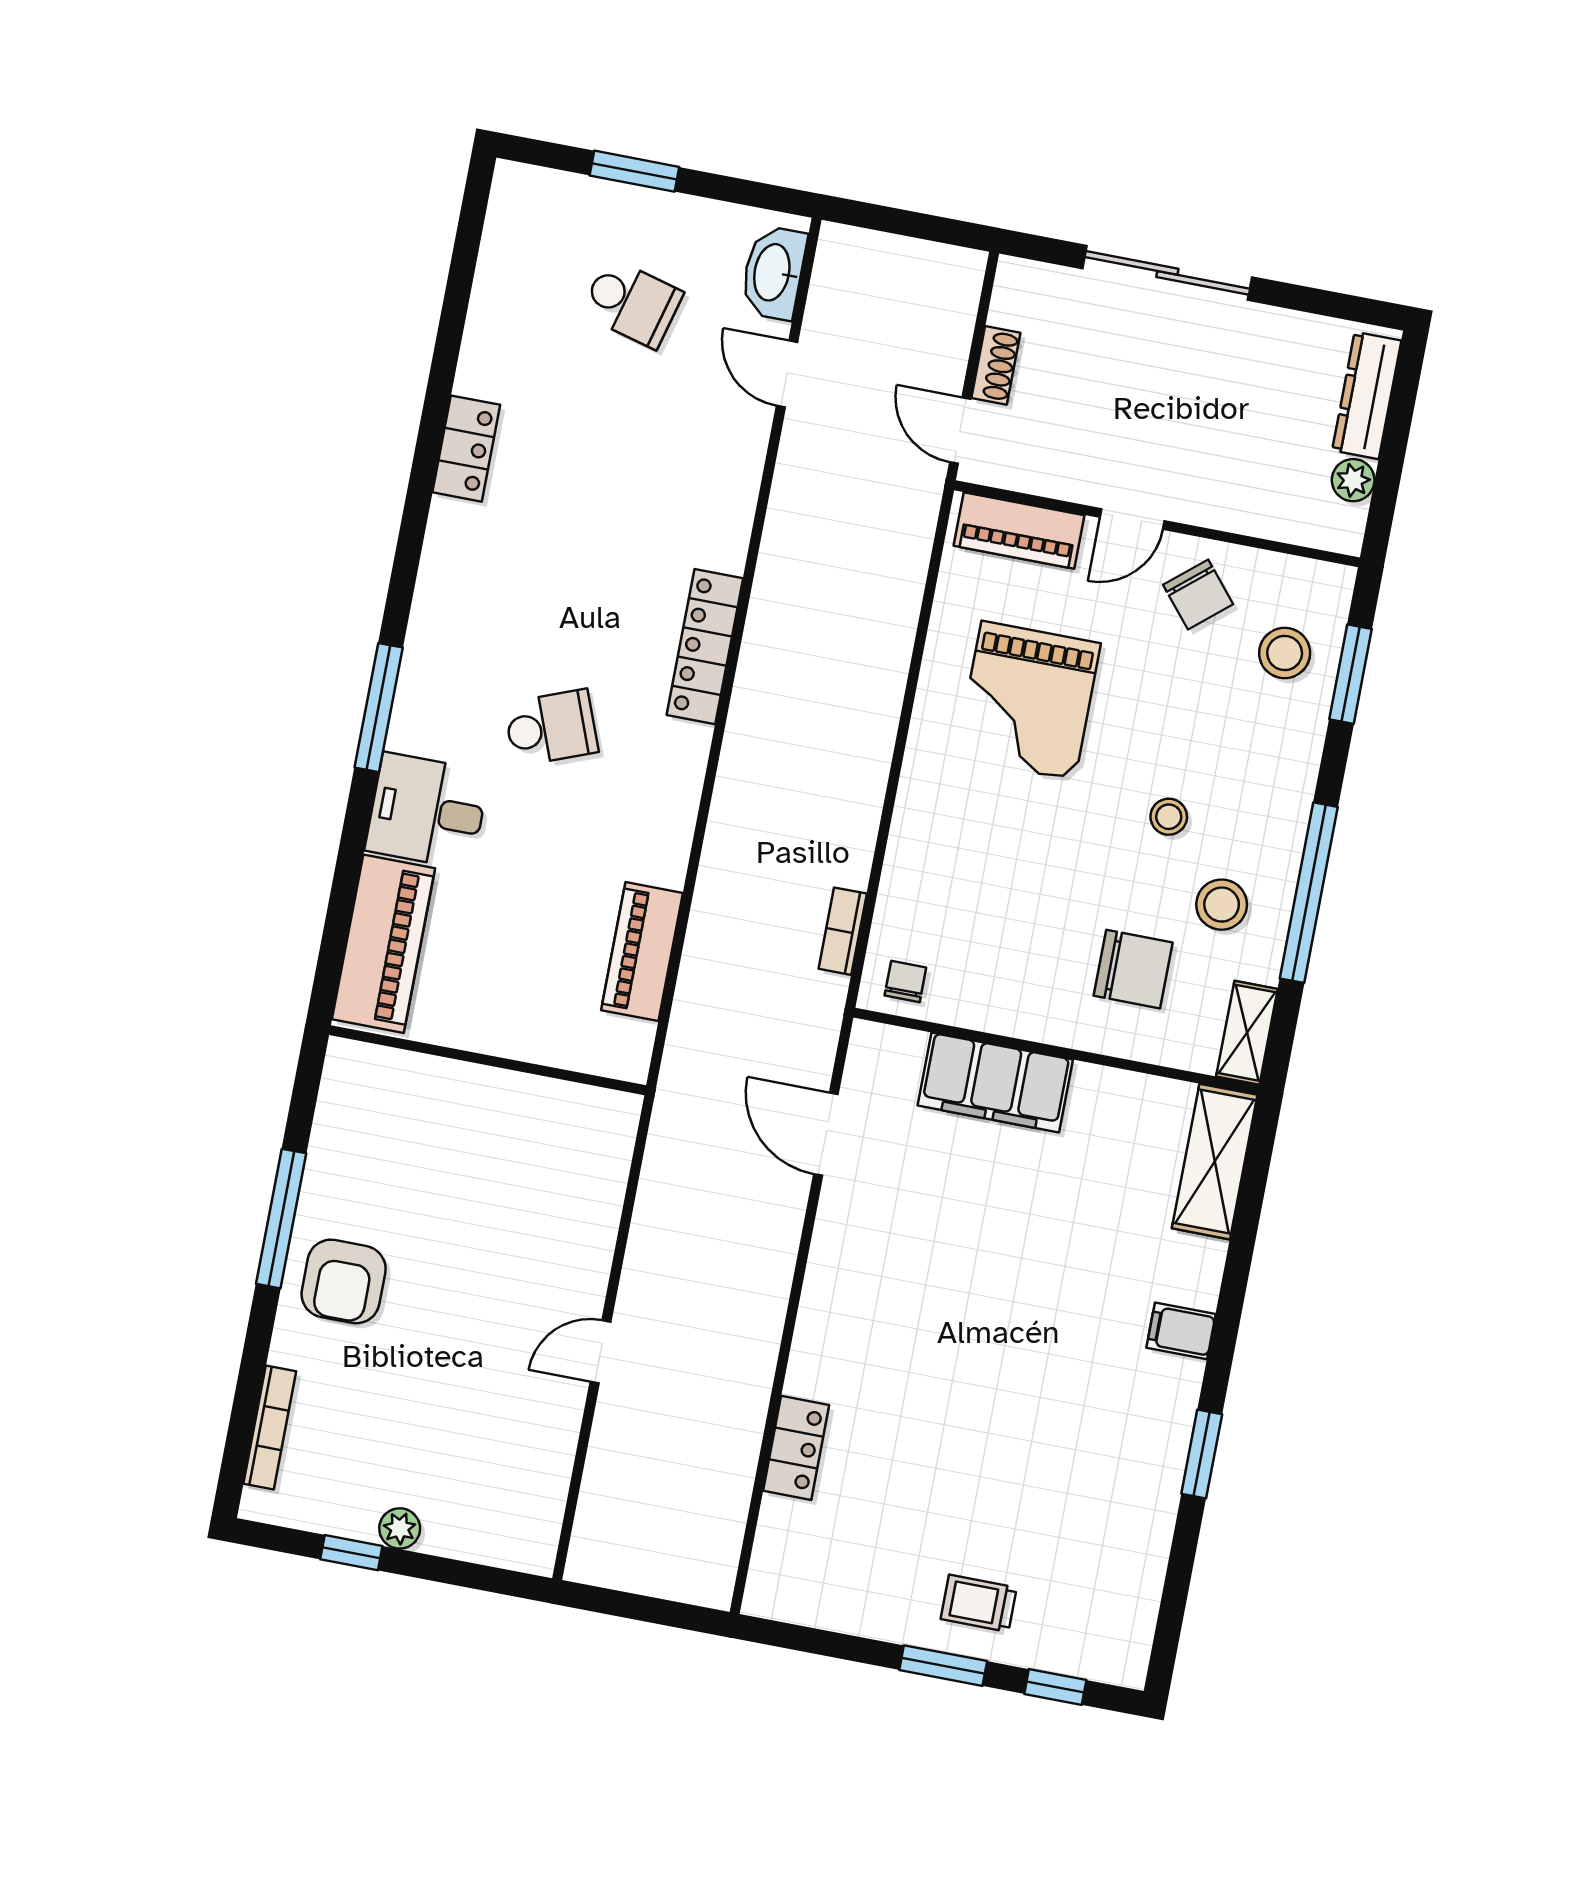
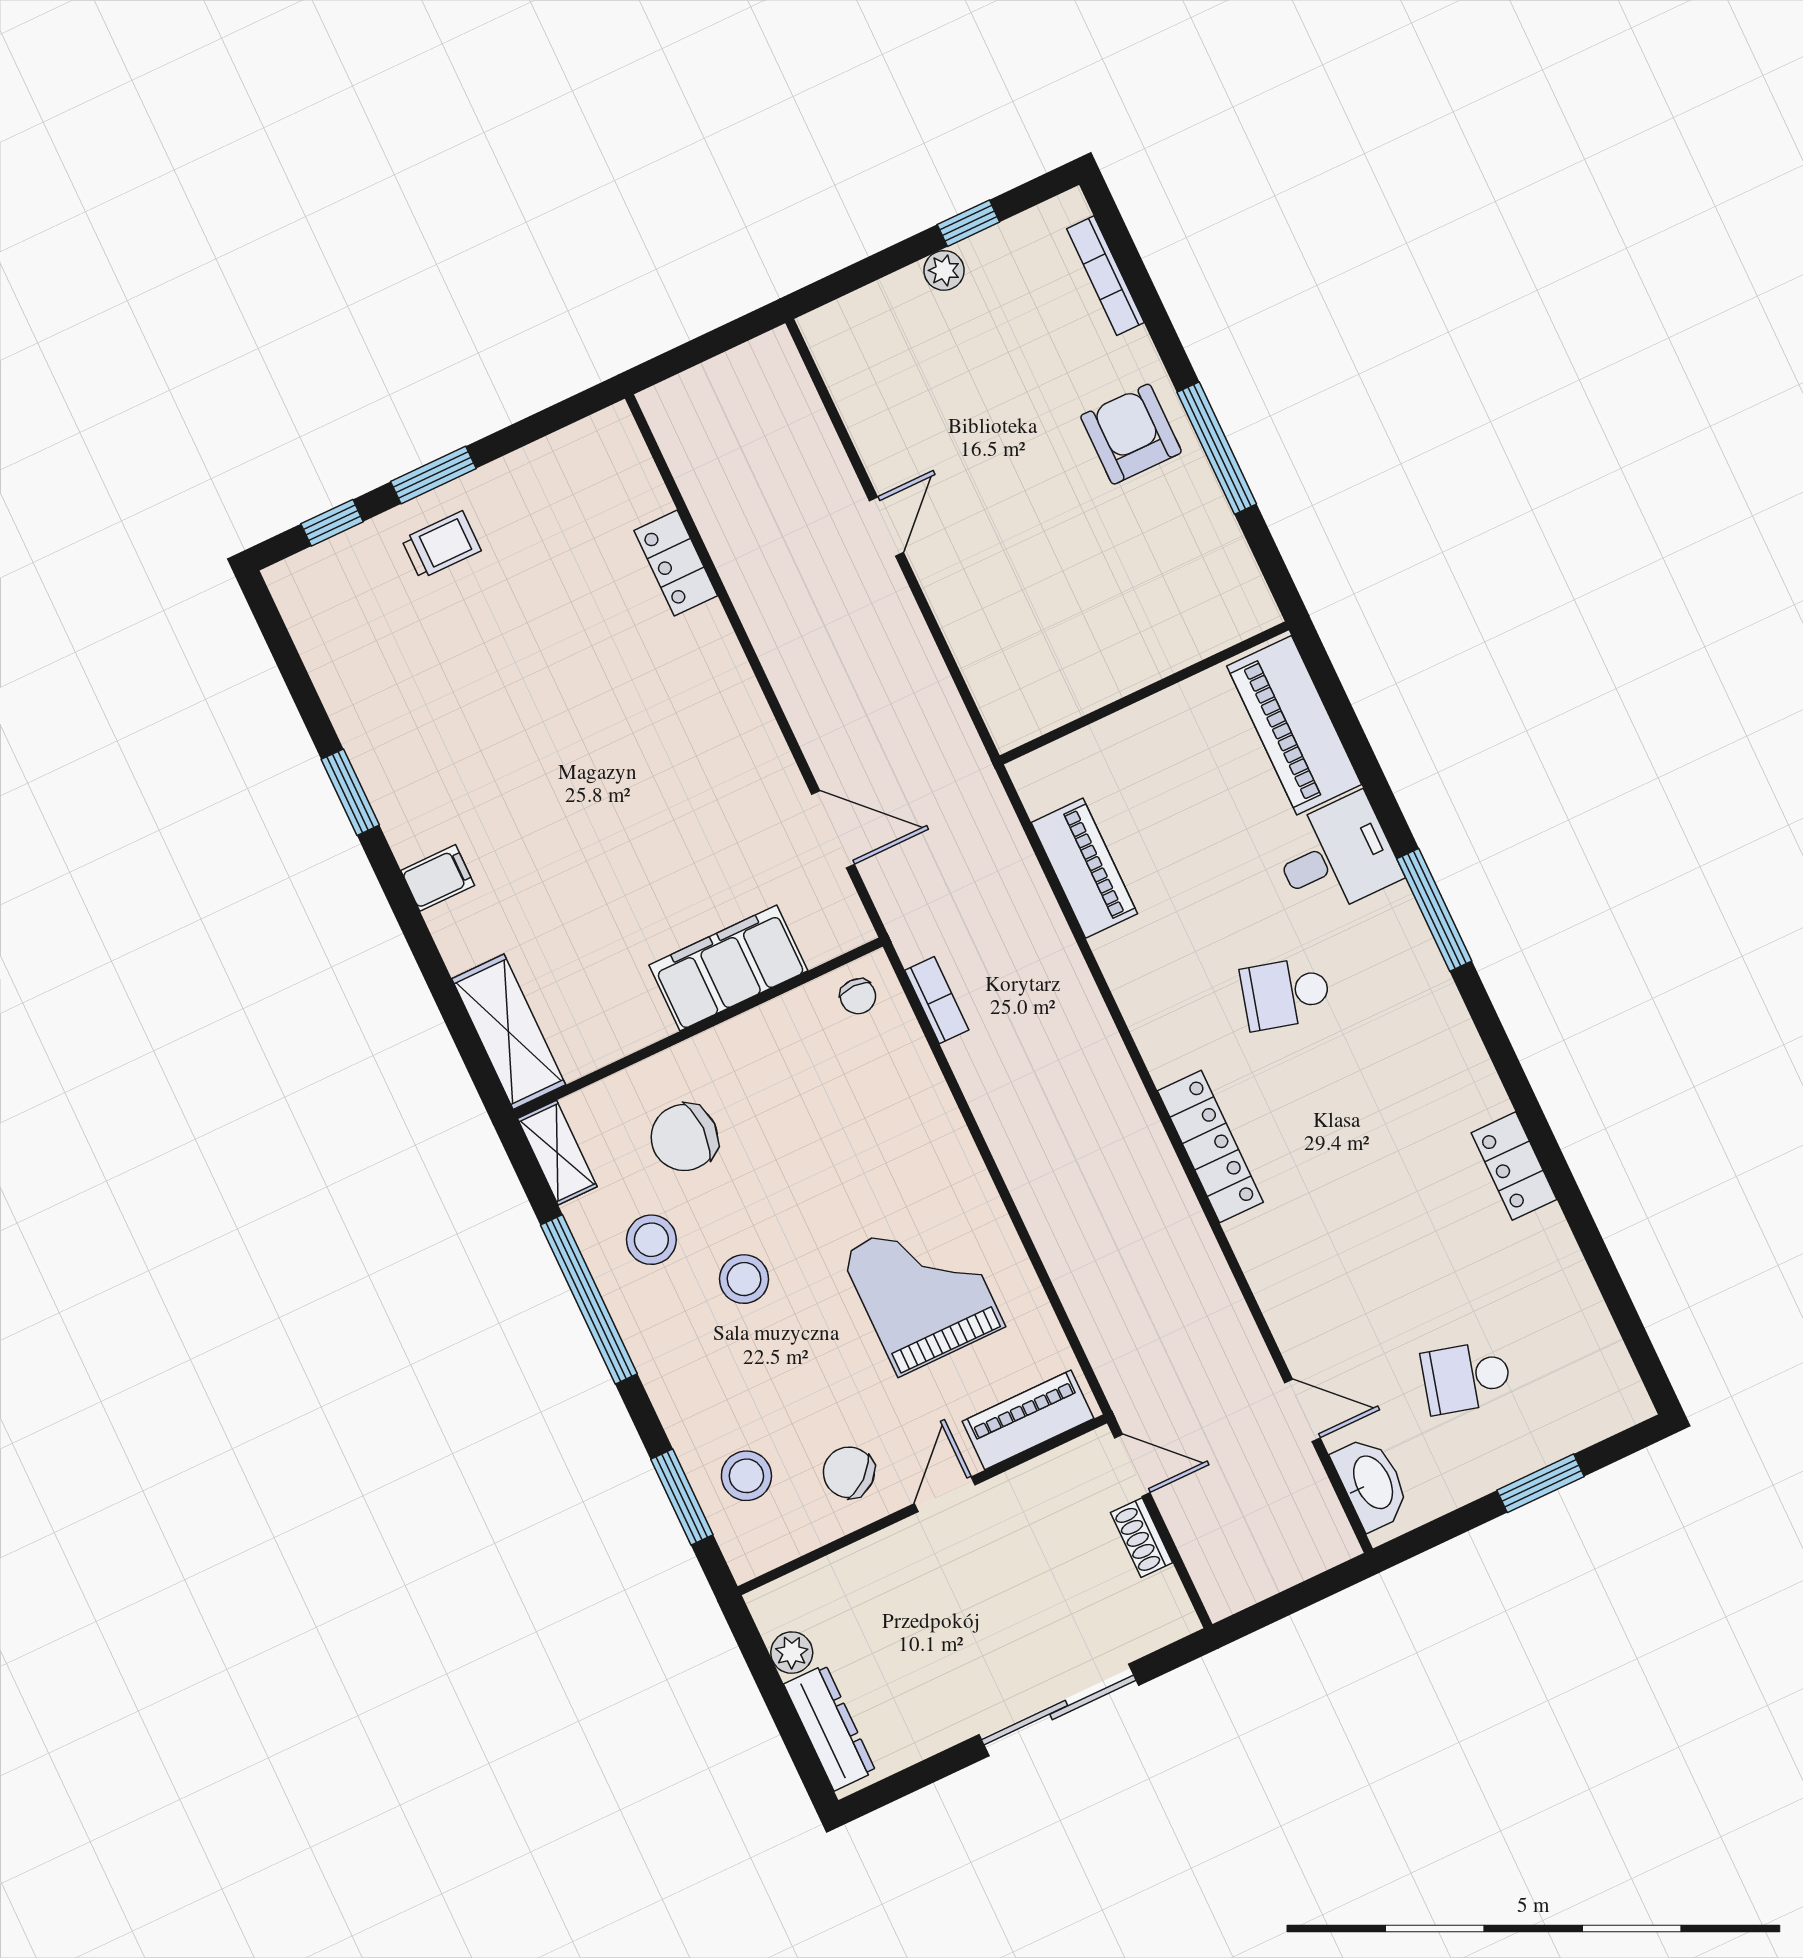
school desk: (551, 728) -> (1286, 993), turned 36
stool: (1169, 817) -> (744, 1279), width x1.37, depth x1.37

